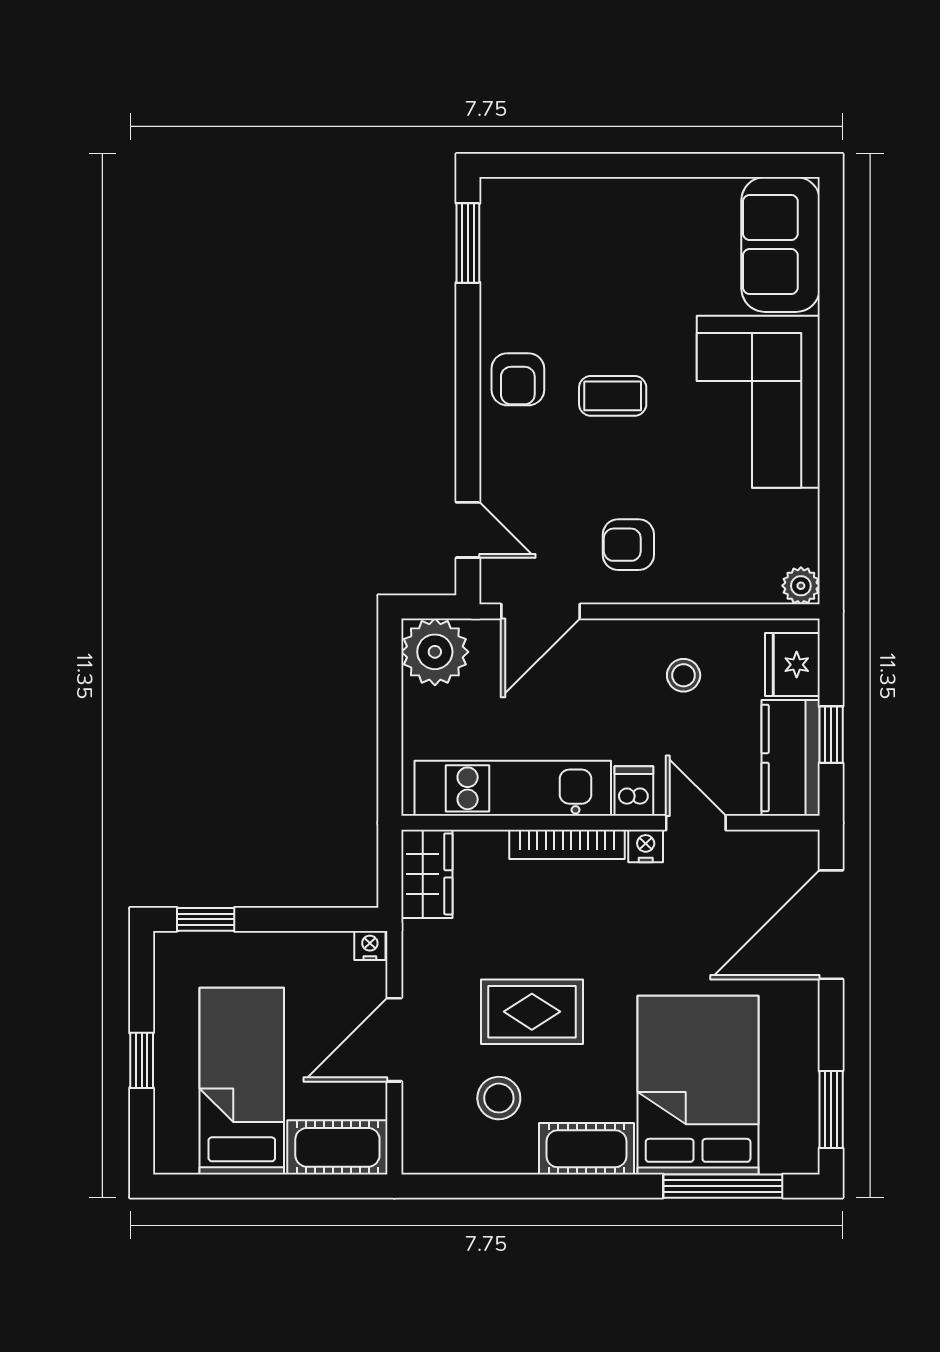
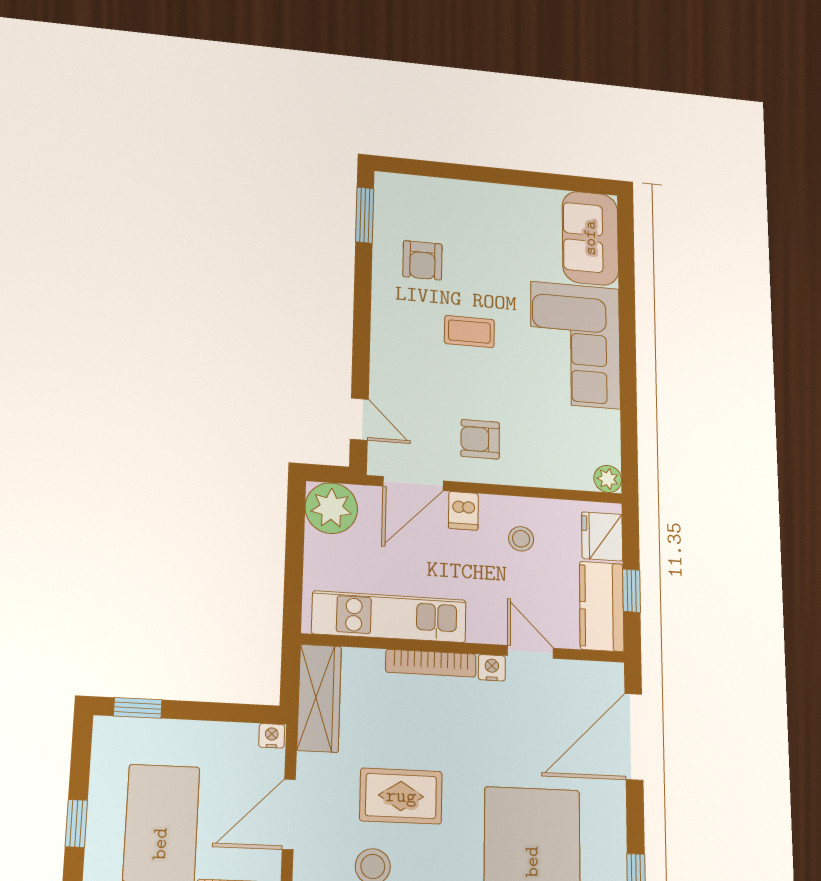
armchair: (518, 379) -> (422, 260), moved
dishwasher: (634, 791) -> (463, 511), moved, turned 180
wardrobe: (427, 874) -> (319, 698), width x1.50

